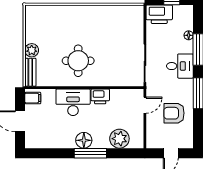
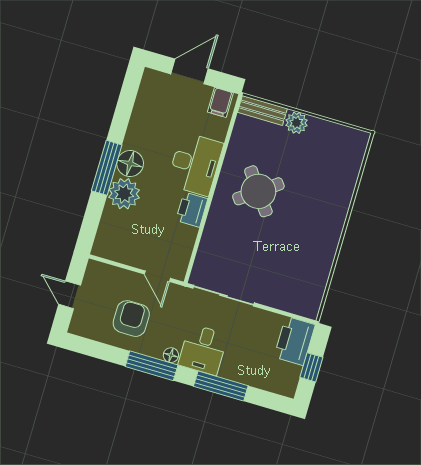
floor lamp: (189, 35) -> (171, 355), moved
round table: (78, 61) -> (258, 191), turned -36
plant: (119, 139) -> (124, 194), moved

